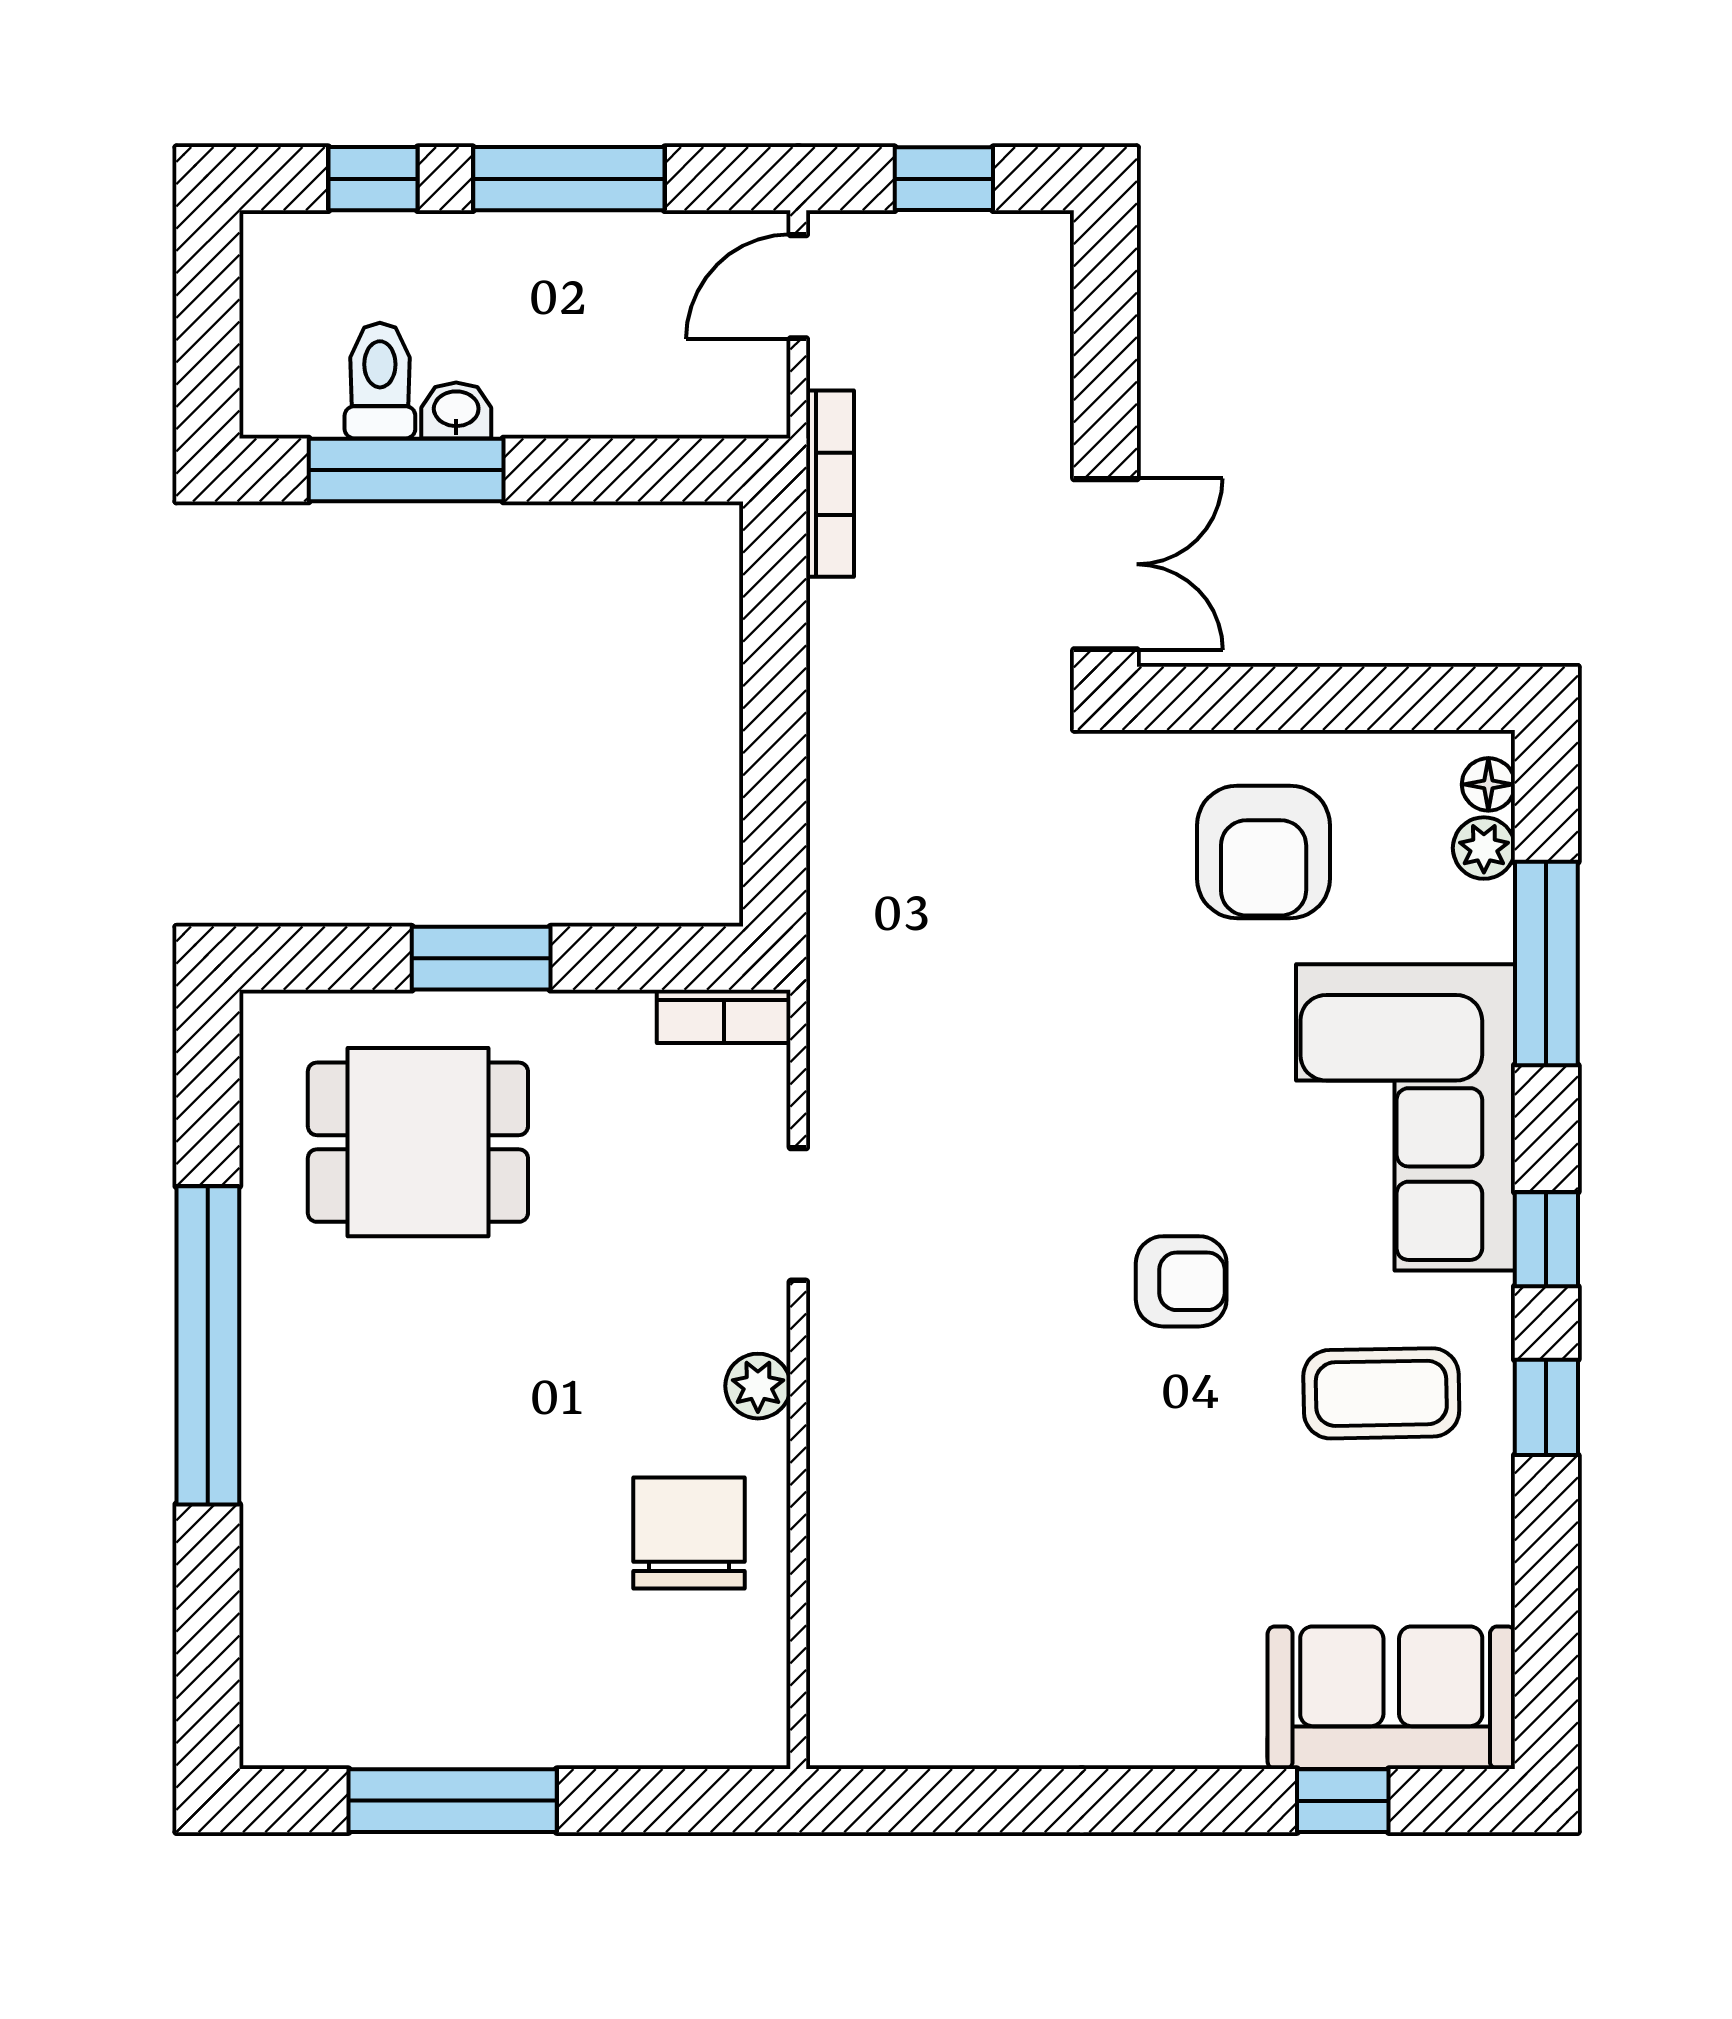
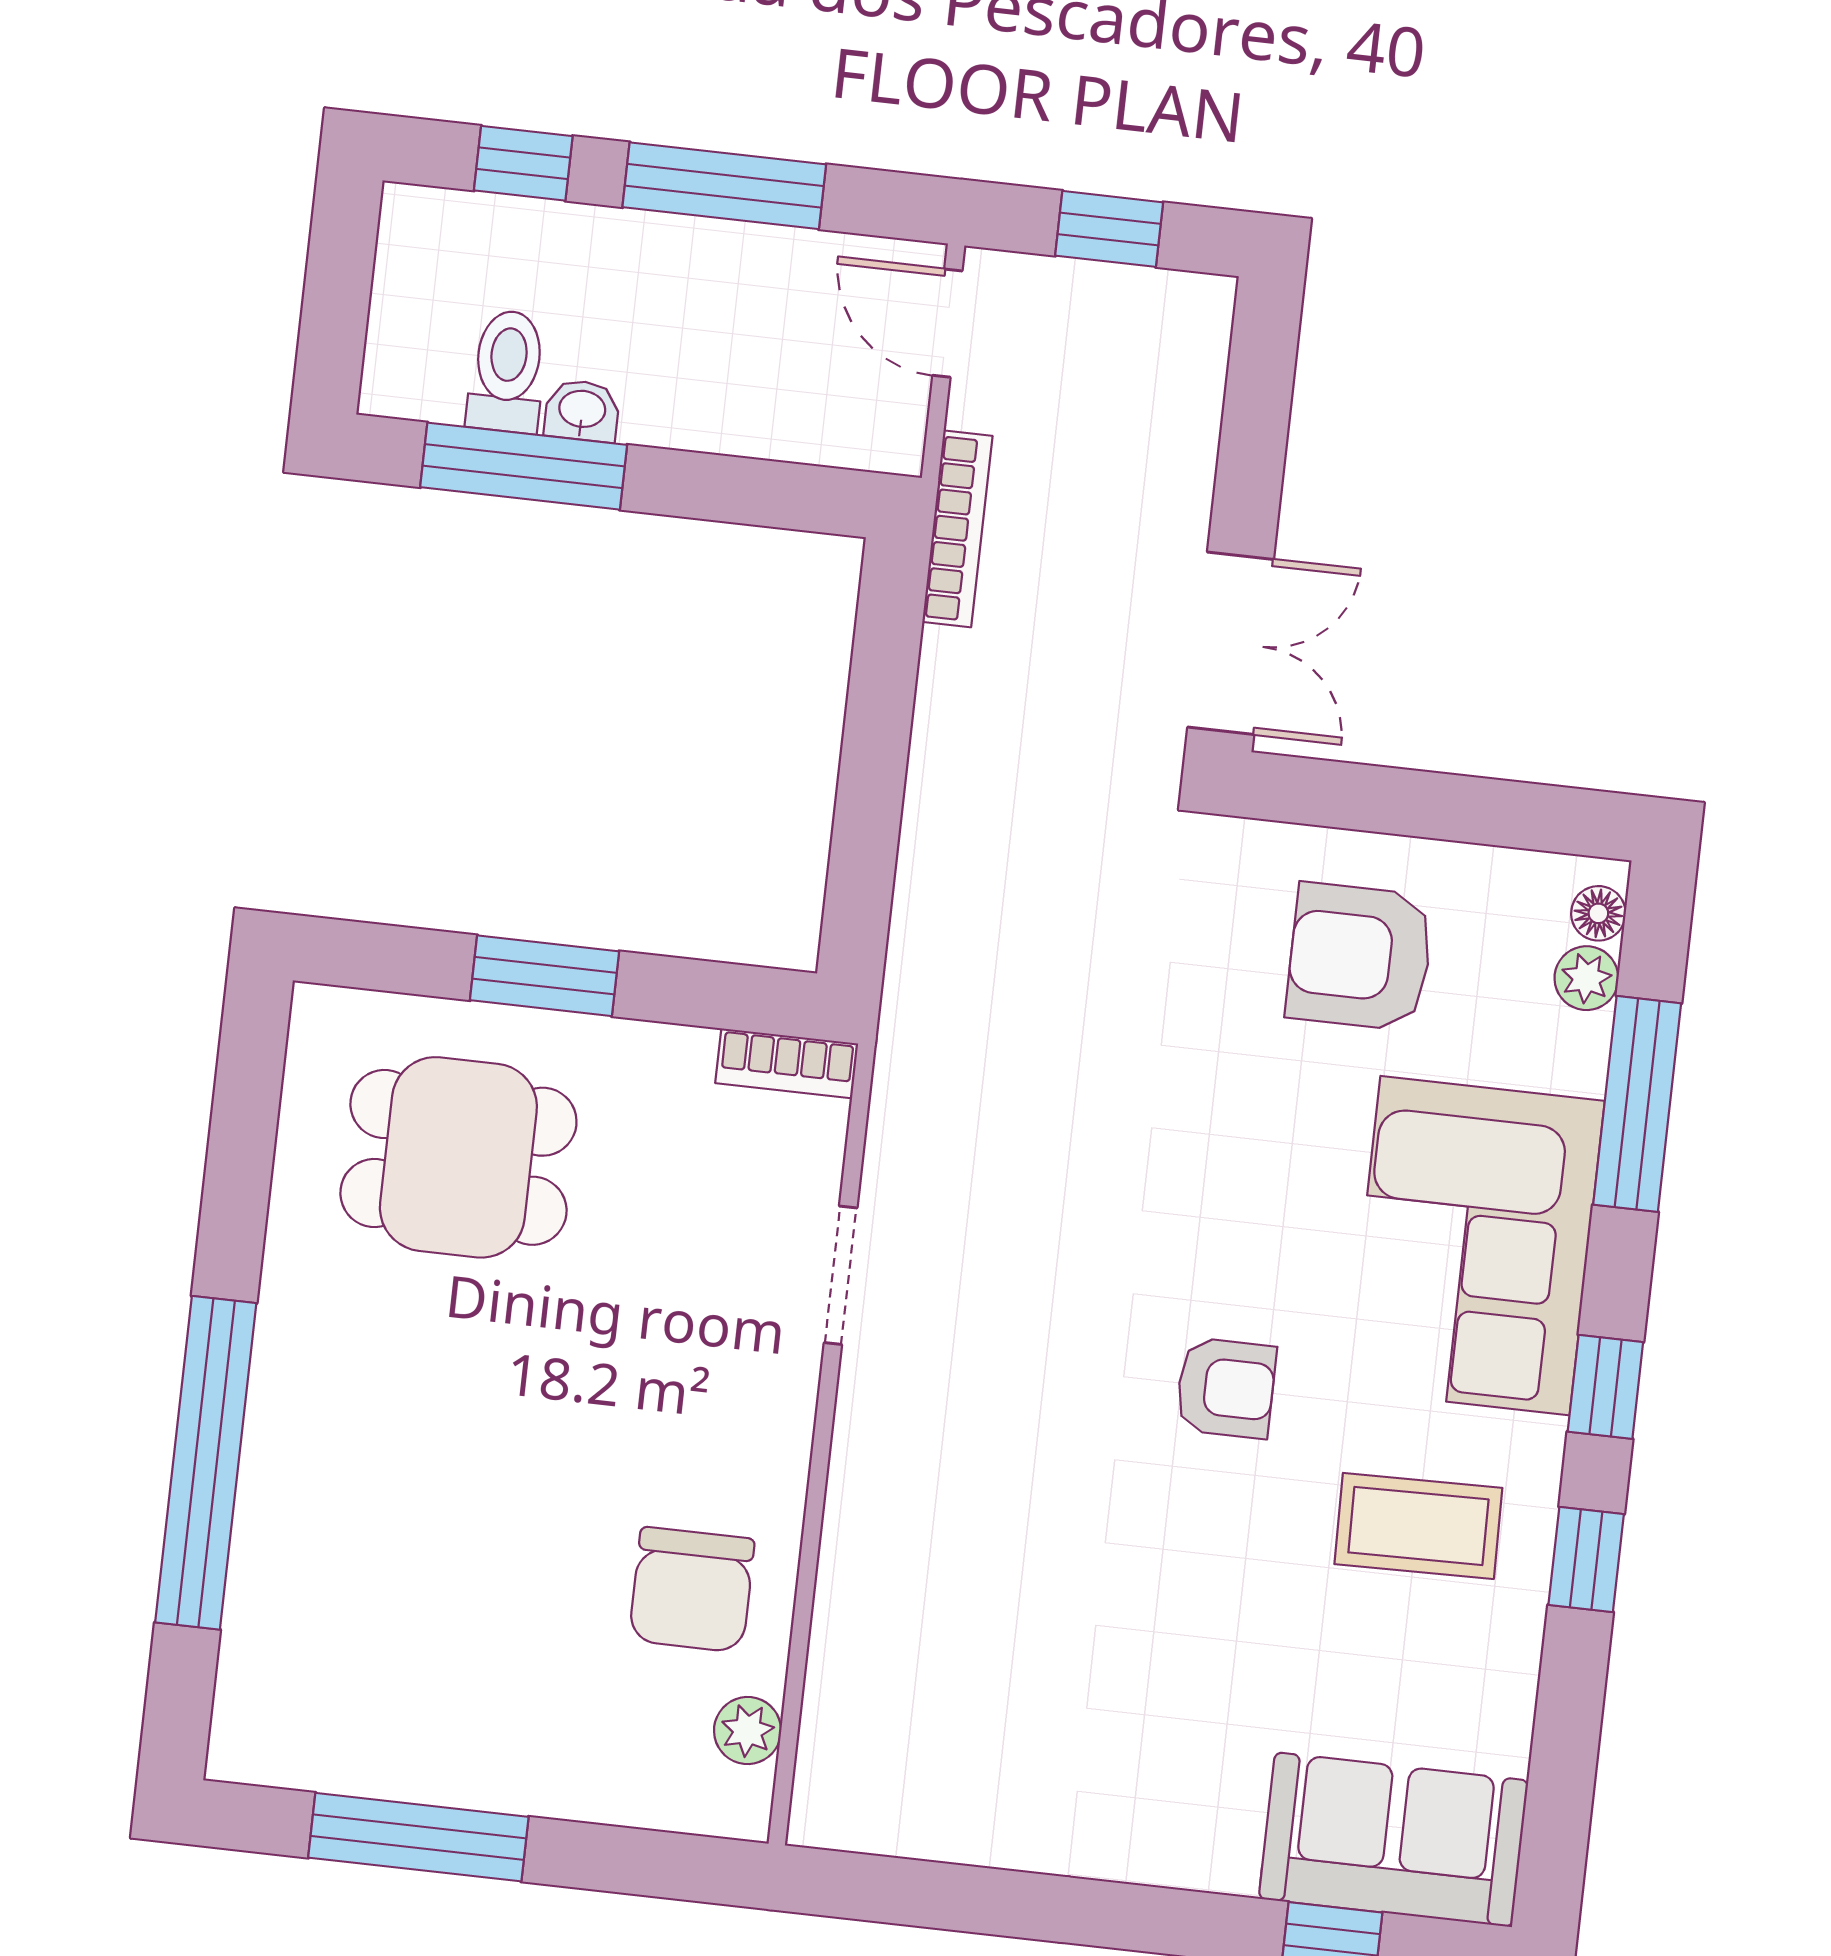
door: (798, 287) -> (947, 323), hinge flipped
armchair: (1264, 852) -> (1360, 957), turned 90
window: (208, 1345) -> (206, 1463), moved
plant: (758, 1386) -> (748, 1730), moved
chair: (689, 1533) -> (692, 1590), turned 180

